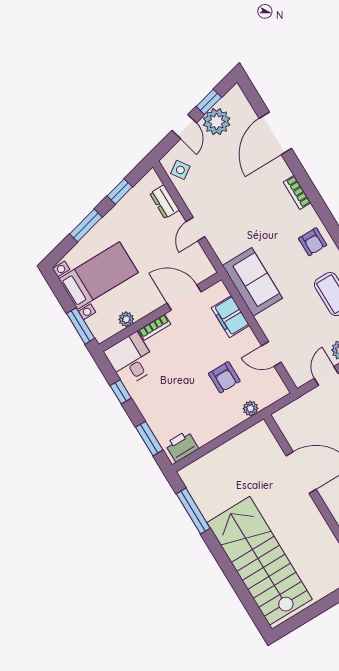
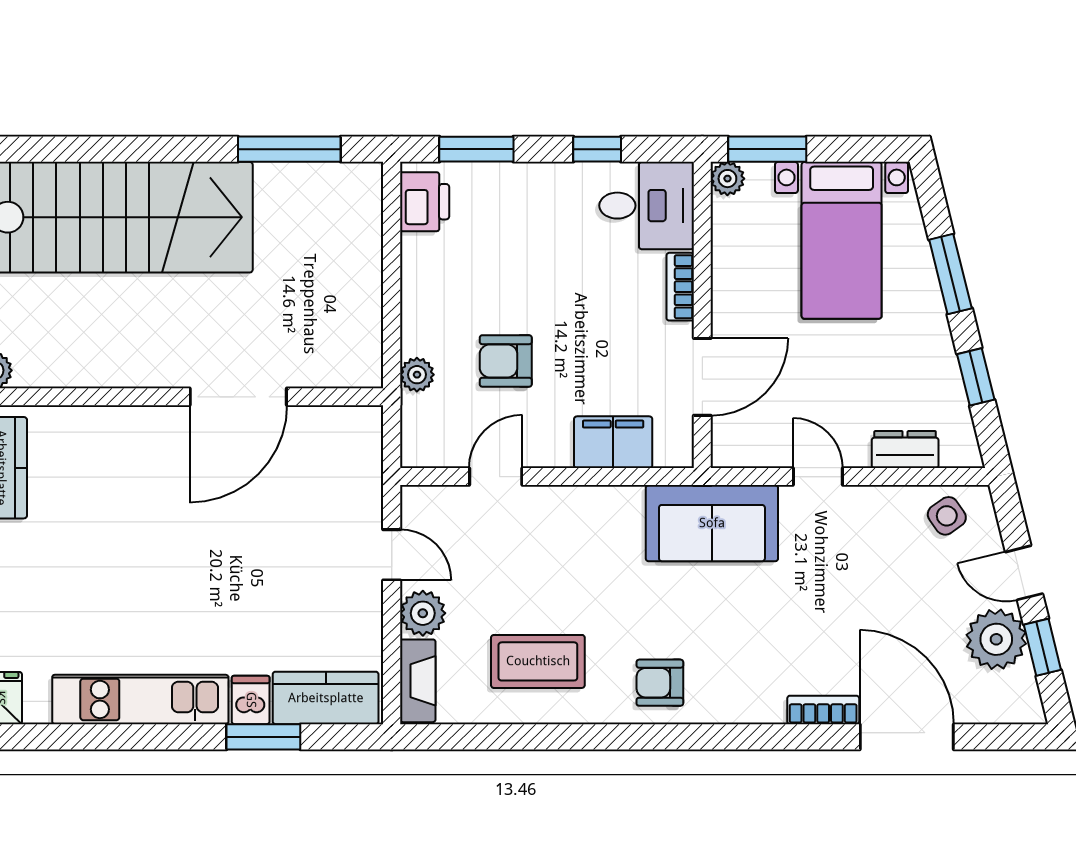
bookcase: (297, 192) -> (823, 710), moved
sofa: (252, 282) -> (712, 523), moved
plant: (126, 319) -> (727, 179), moved

